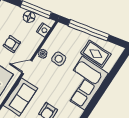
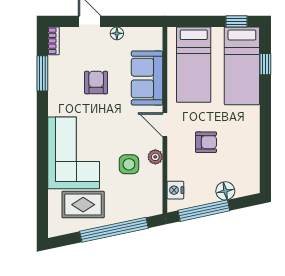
floor lamp: (29, 17) -> (225, 191), moved
door: (27, 67) -> (165, 125), swing flipped

